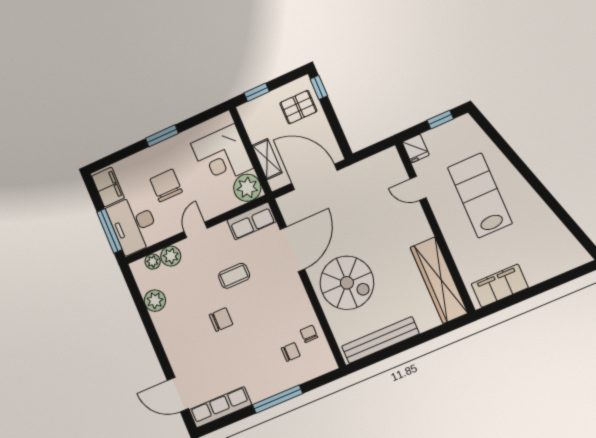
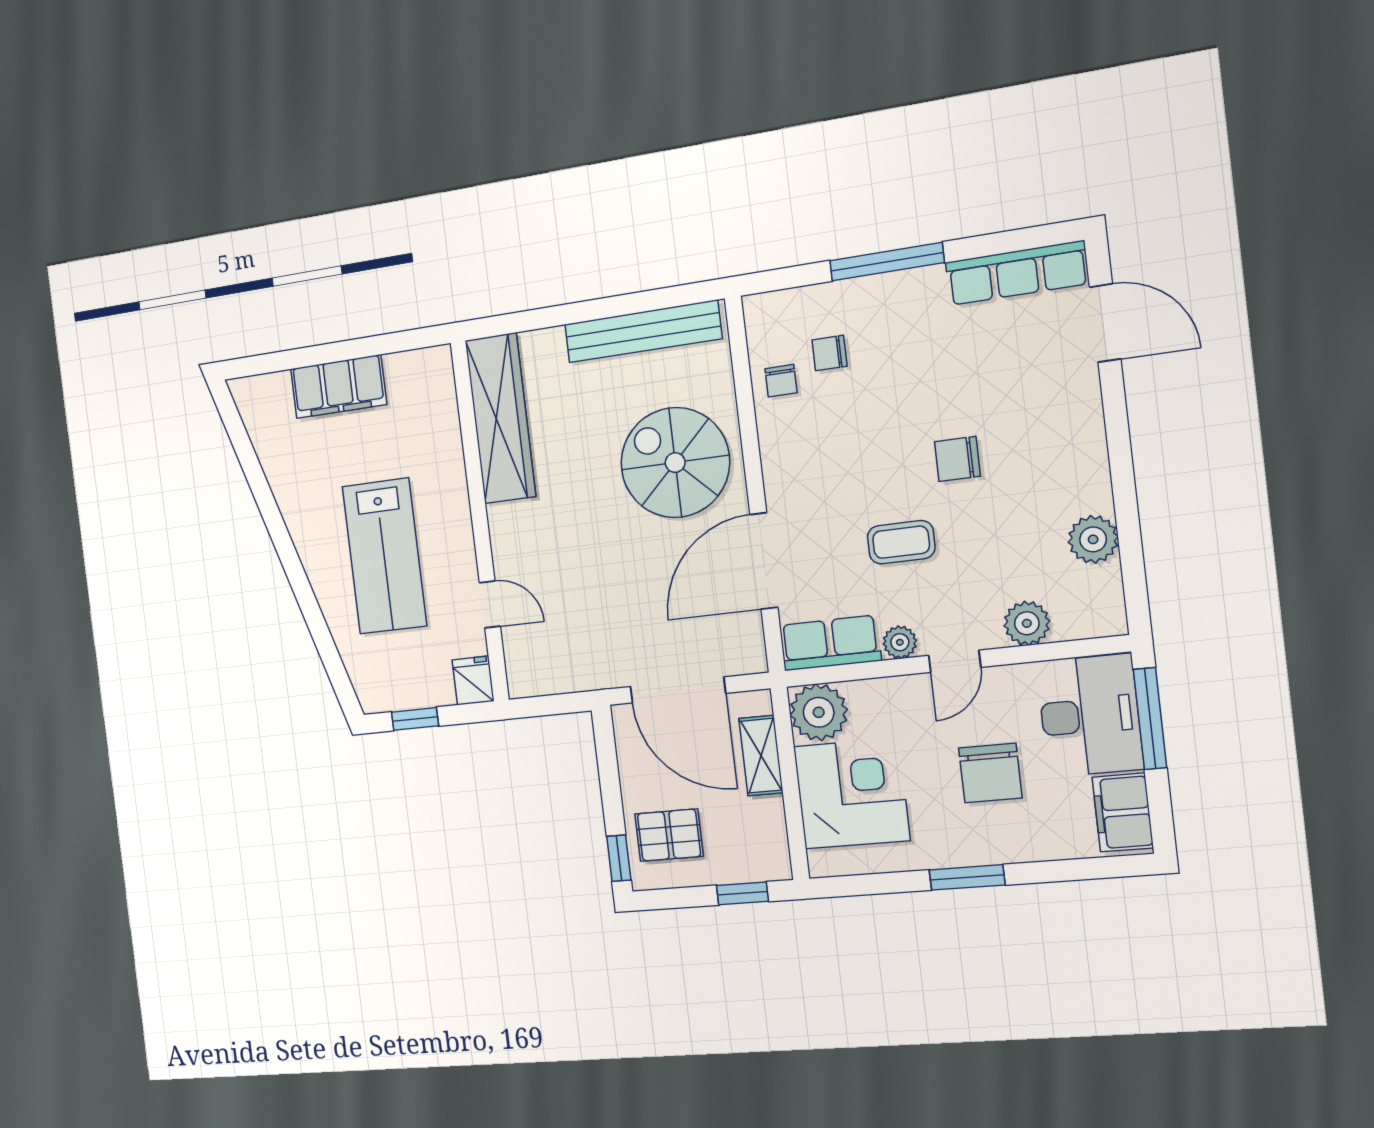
plant: (153, 262) -> (900, 642), moved
filing cabinet: (500, 286) -> (338, 387), moved

